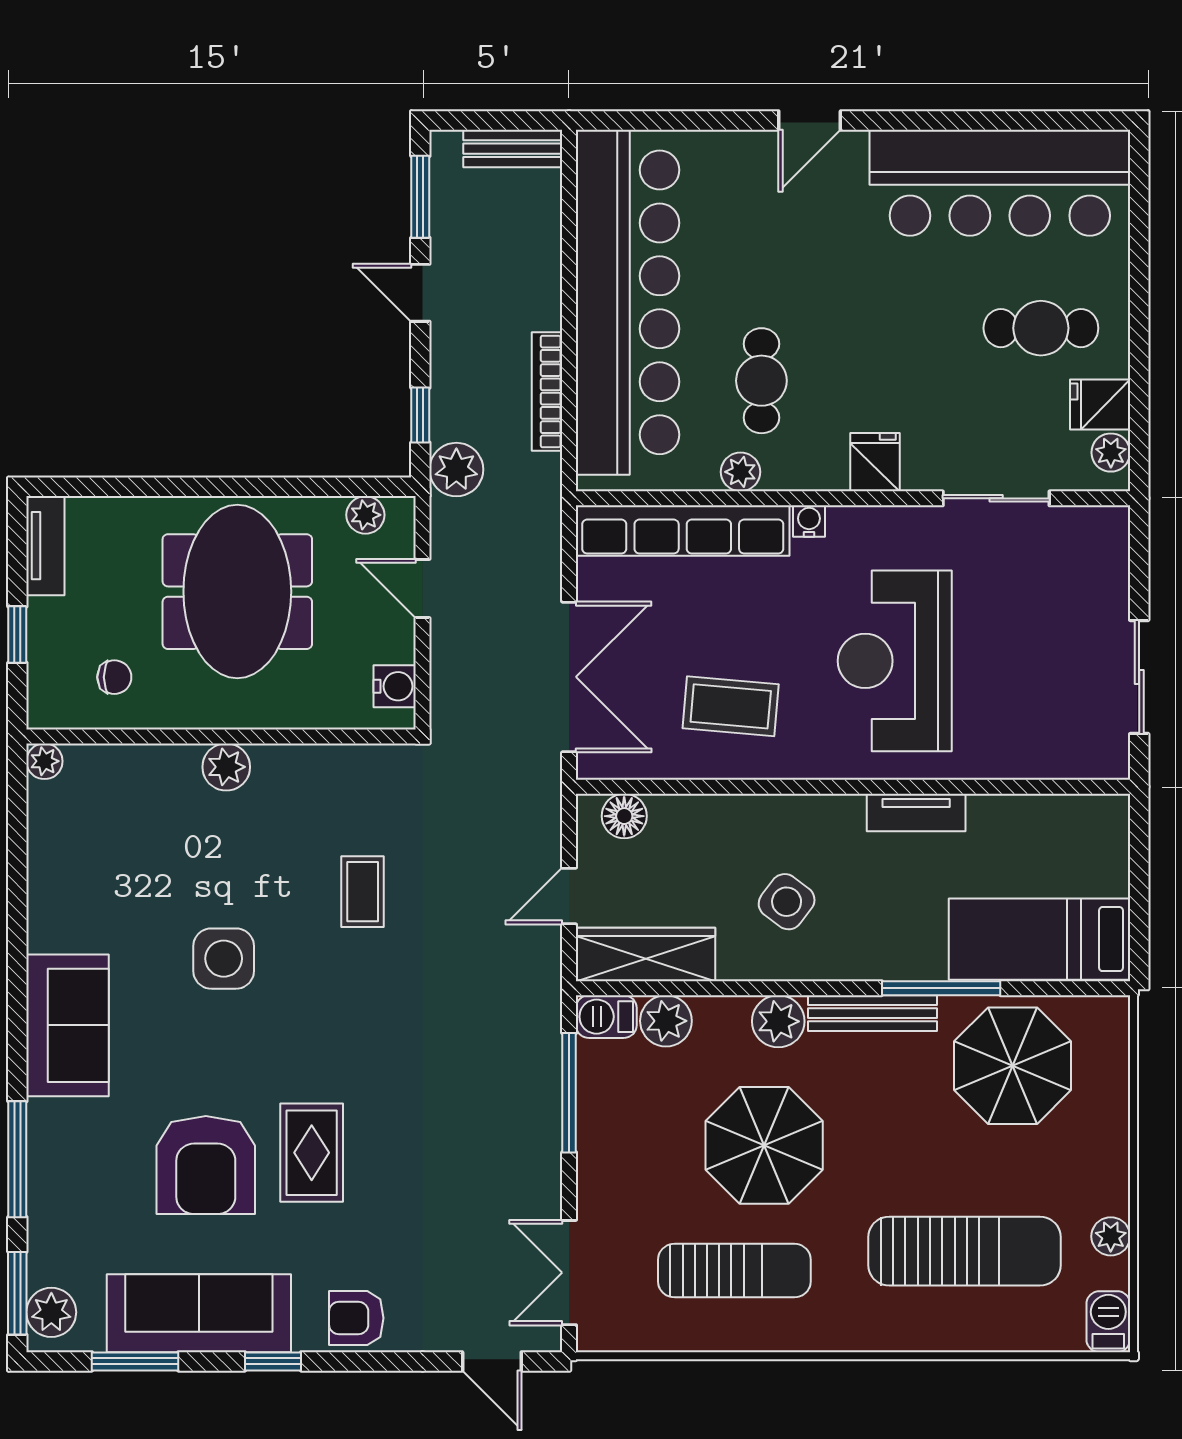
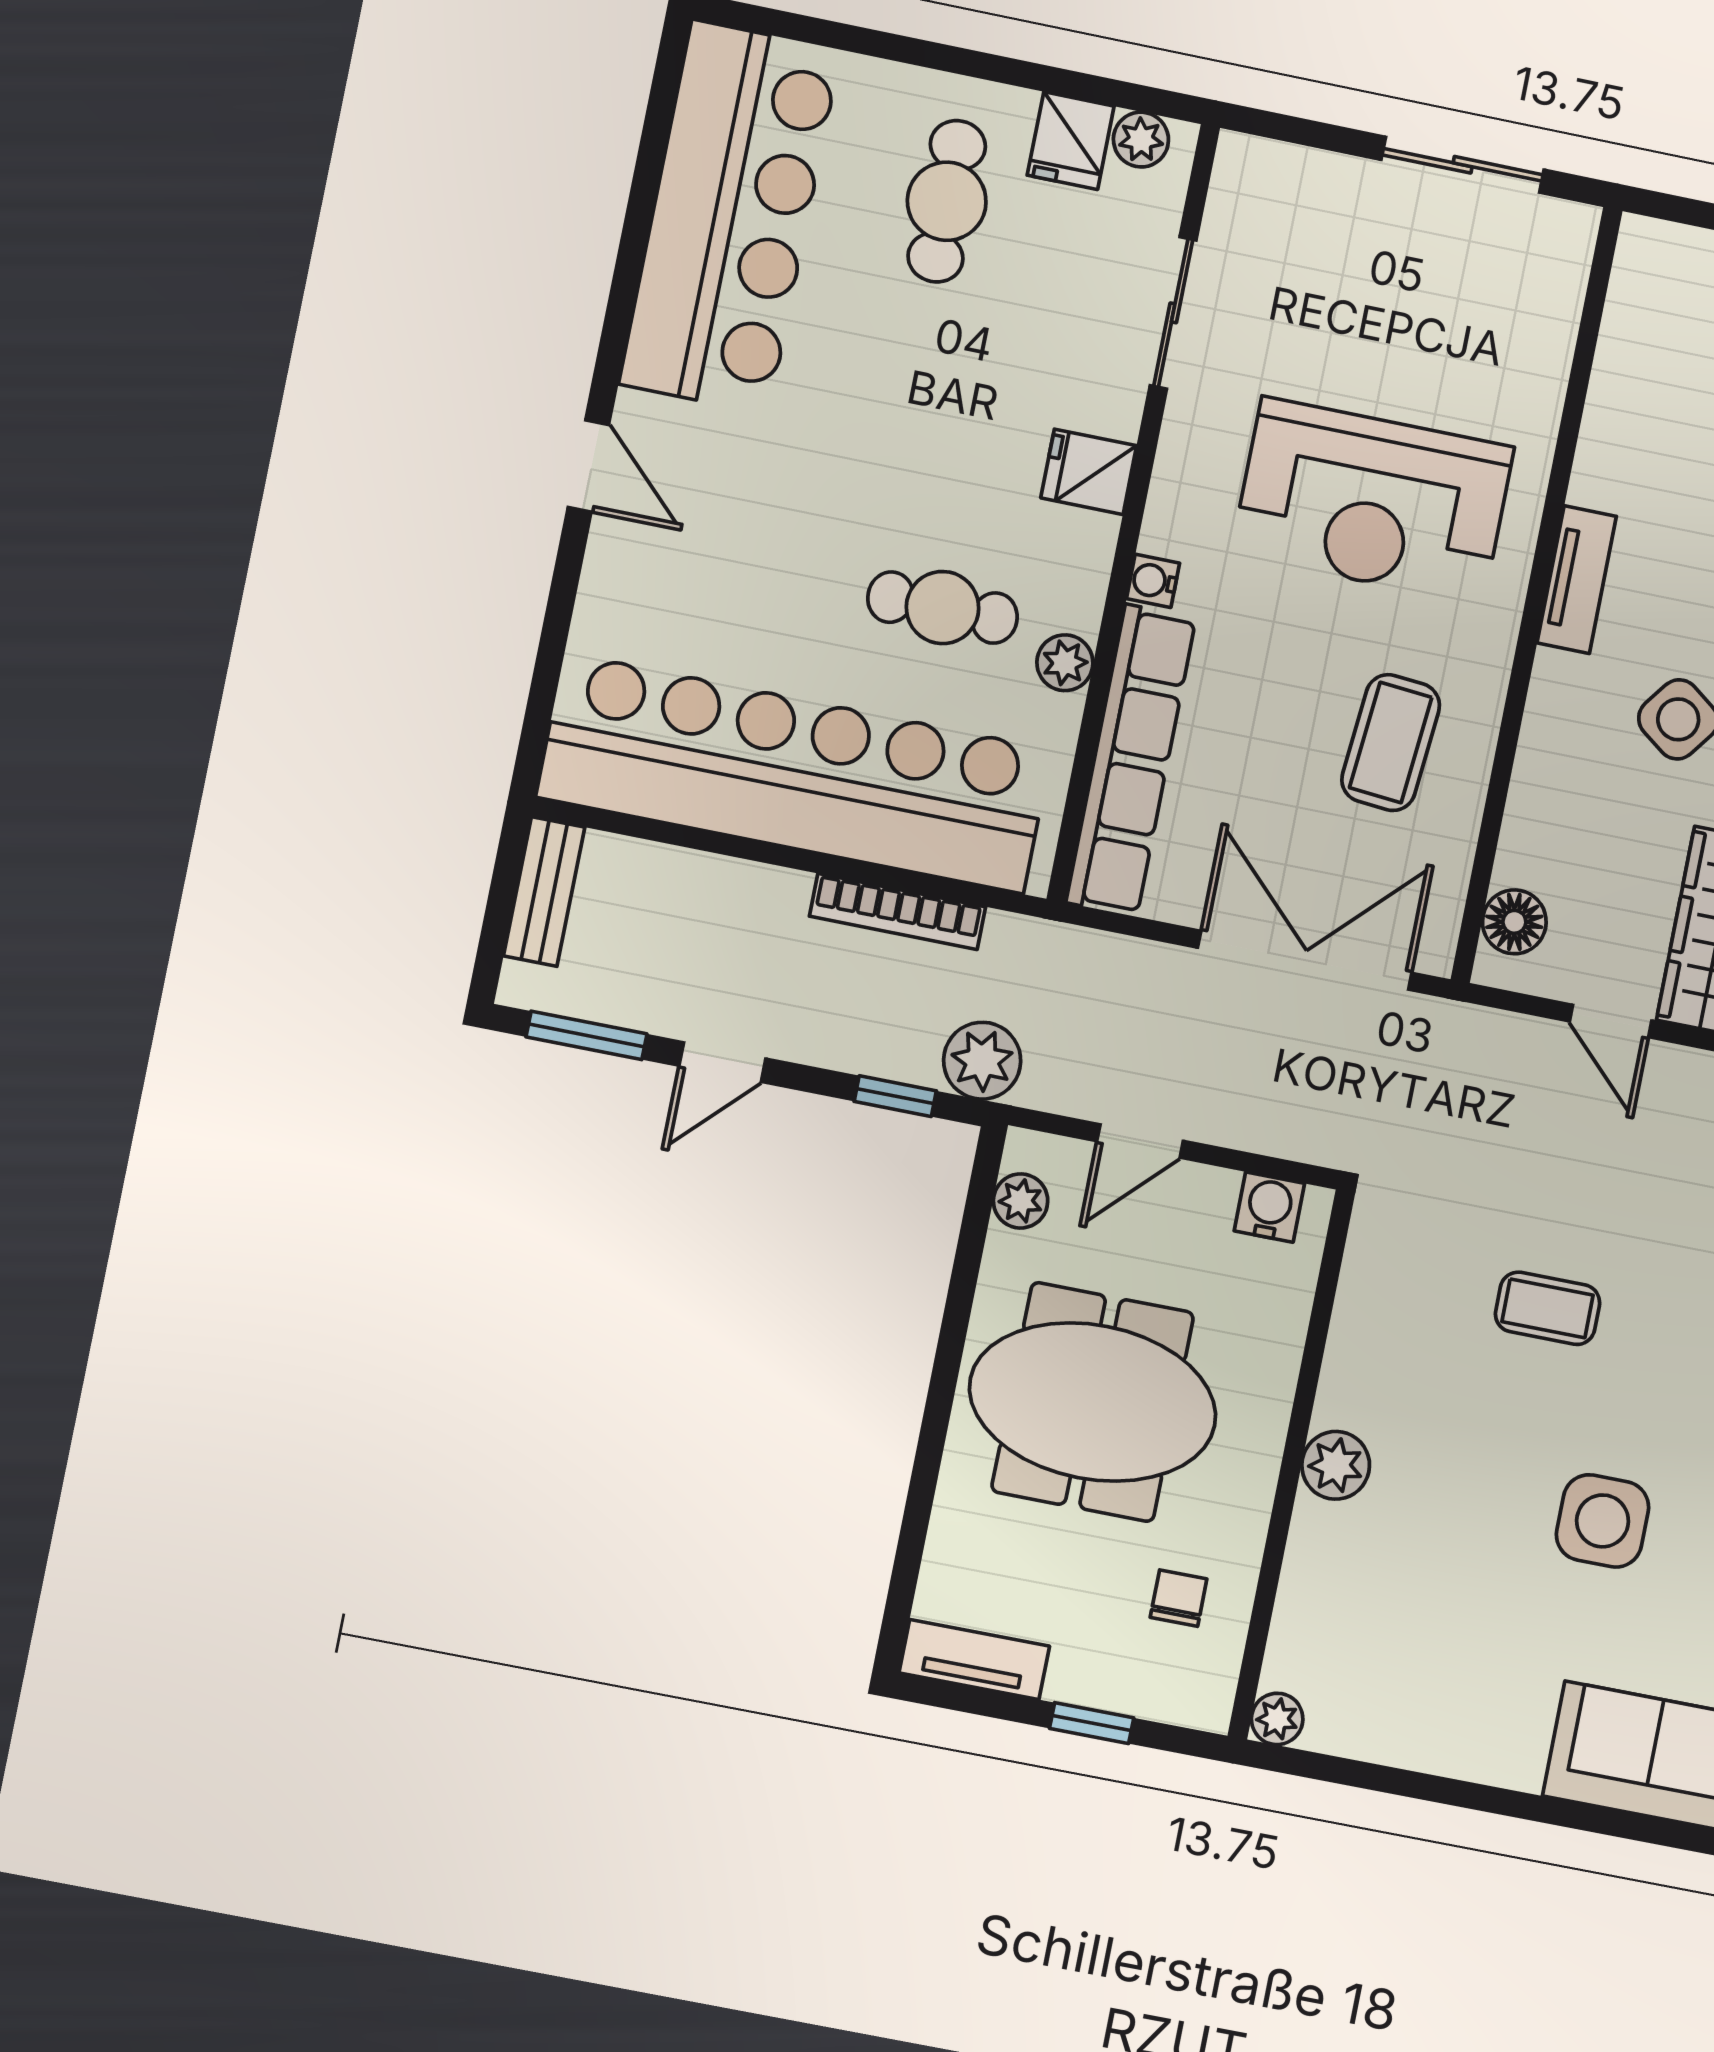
tv unit: (916, 812) -> (1577, 580), moved

